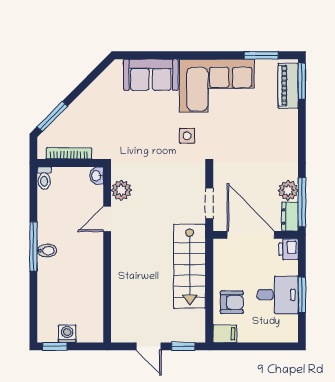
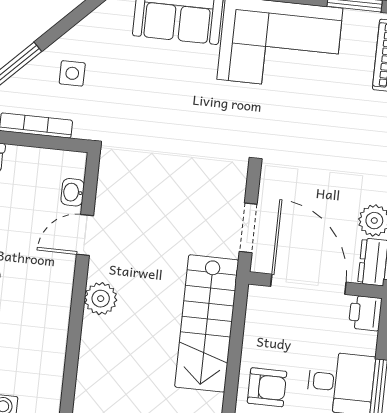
side table: (187, 136) -> (72, 73), moved
washbasin: (97, 176) -> (73, 192), moved
plant: (121, 190) -> (101, 299), moved

